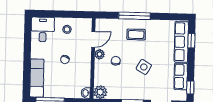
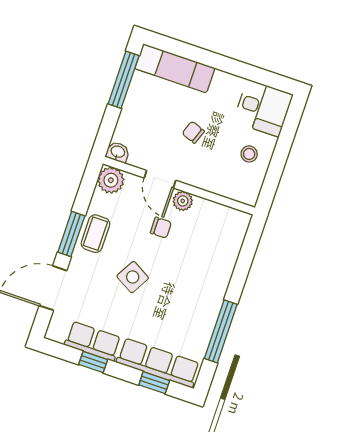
window: (134, 16) -> (221, 331), moved
coffee table: (136, 35) -> (95, 234), moved
door: (93, 39) -> (160, 179), moved
window: (190, 88) -> (93, 362), moved

